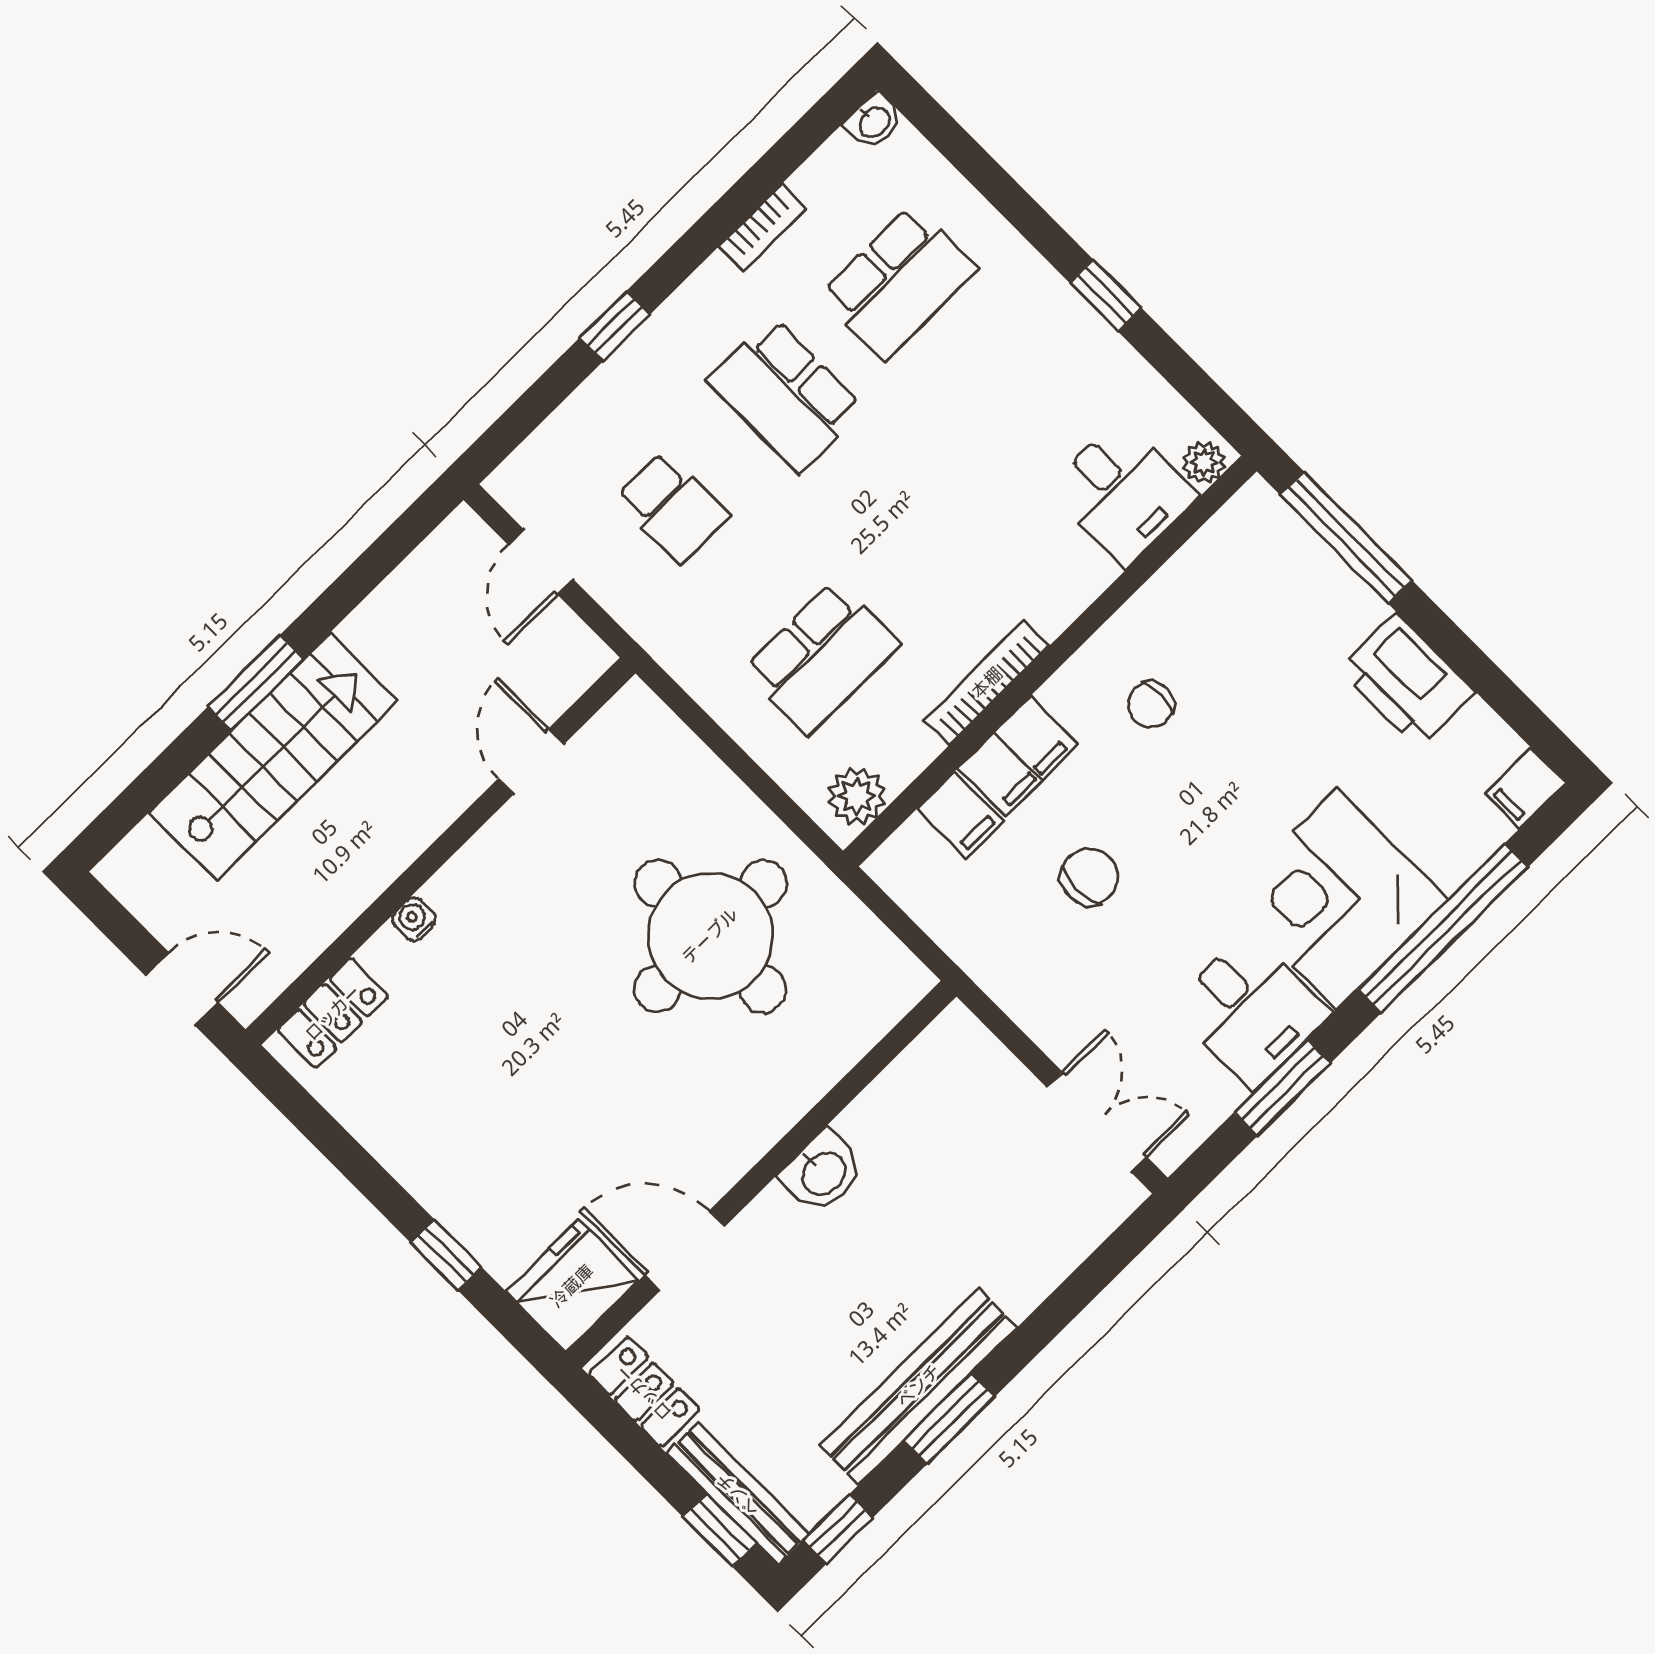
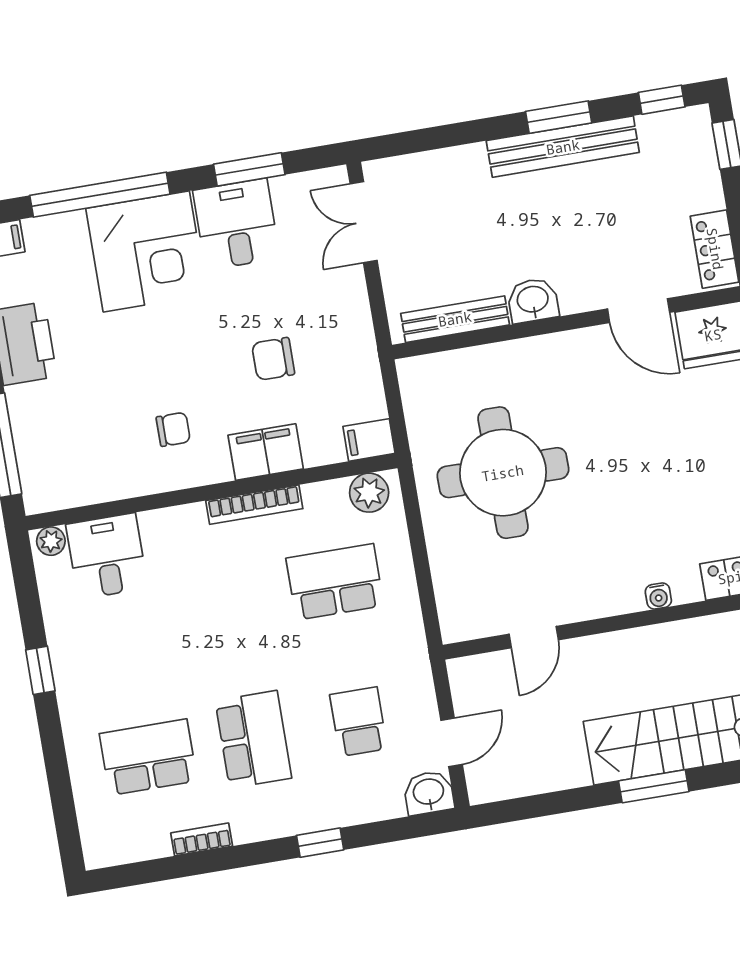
washbasin: (874, 122) -> (429, 793), moved, width x1.38, depth x1.45
filing cabinet: (960, 815) -> (369, 440), moved, turned -90
bench: (738, 1494) -> (455, 319), moved, turned 90

